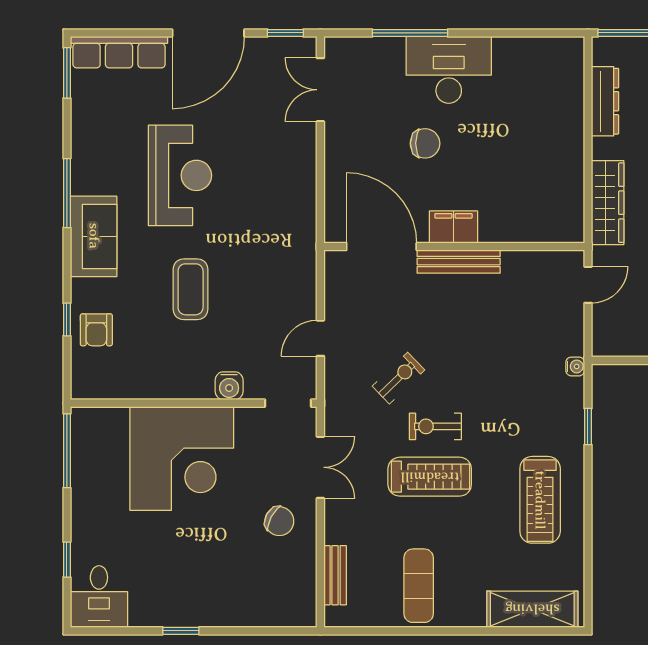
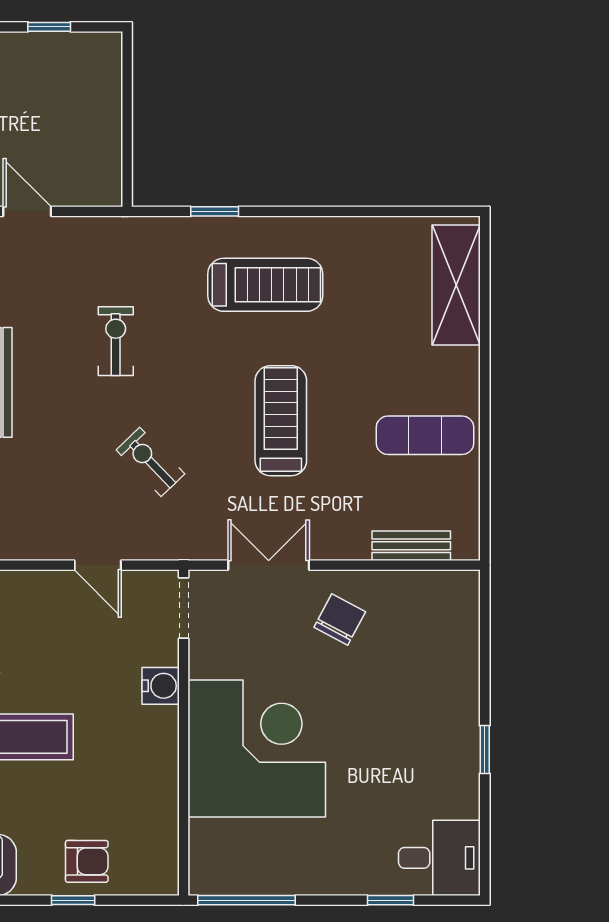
water cooler: (575, 366) -> (135, 228), removed
exercise bike: (435, 426) -> (116, 341), moved, turned 180
treadmill: (540, 500) -> (265, 285), moved

